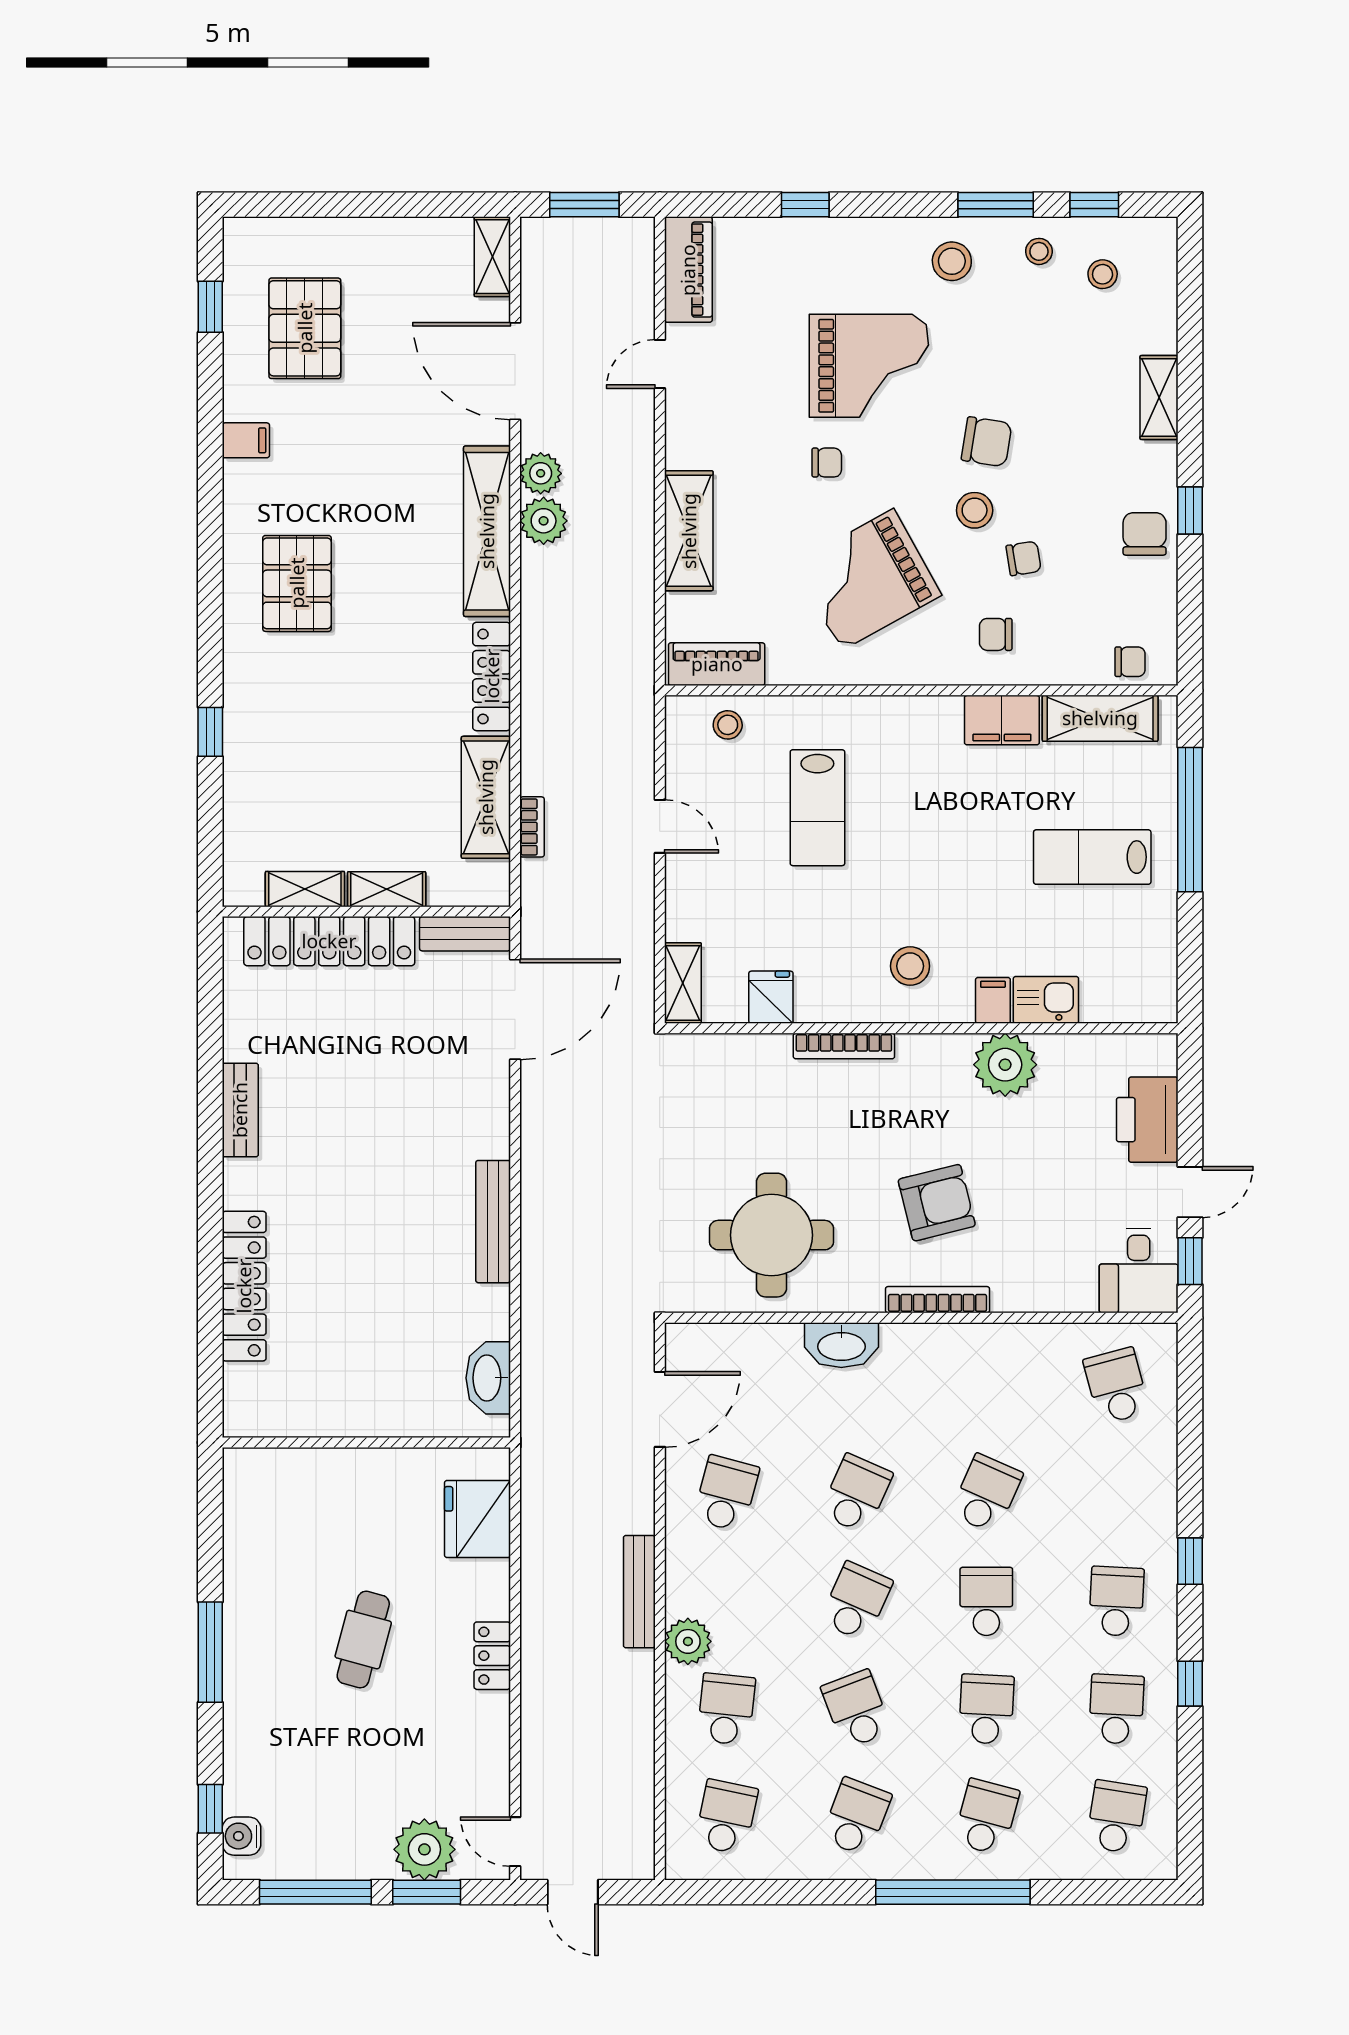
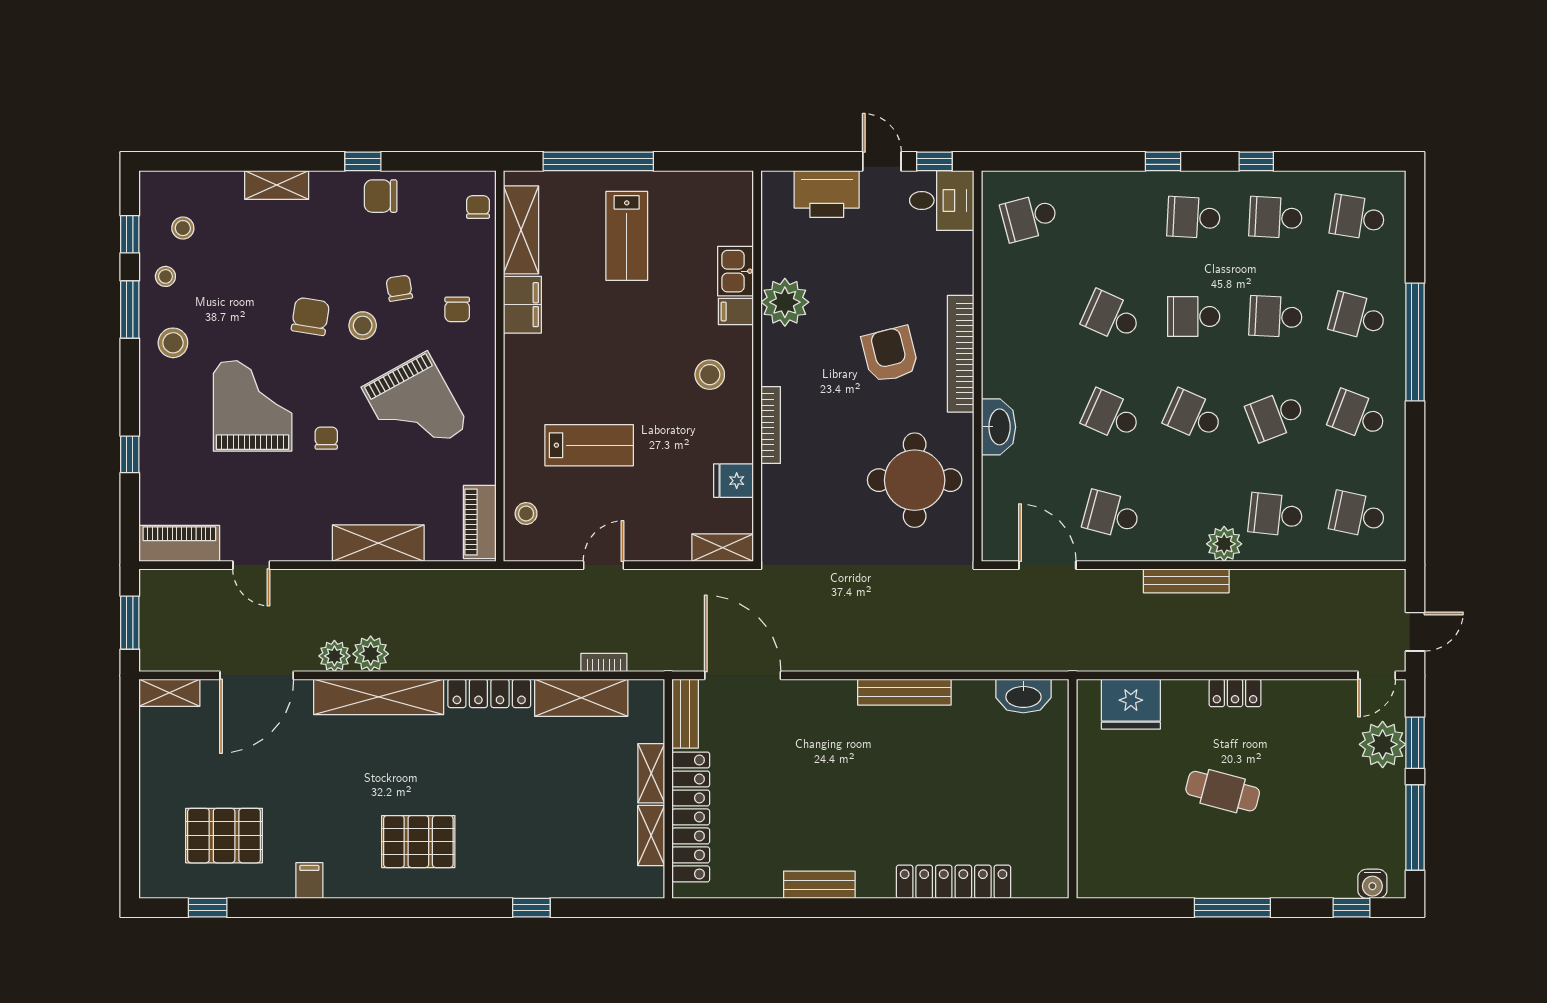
bookcase: (937, 1300) -> (961, 354), width x1.48, depth x1.31

